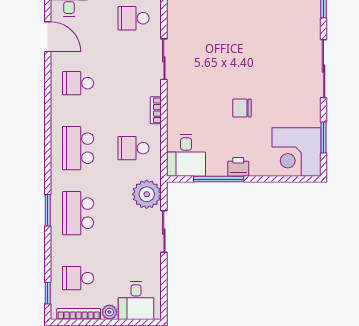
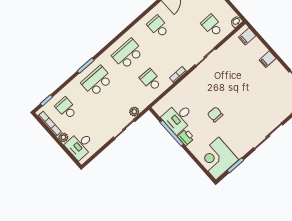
desk: (186, 155) -> (178, 118), moved
plant: (147, 194) -> (134, 112), width x0.53, depth x0.53

